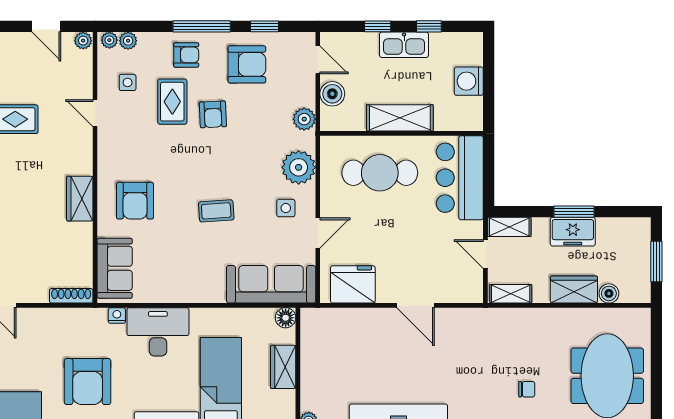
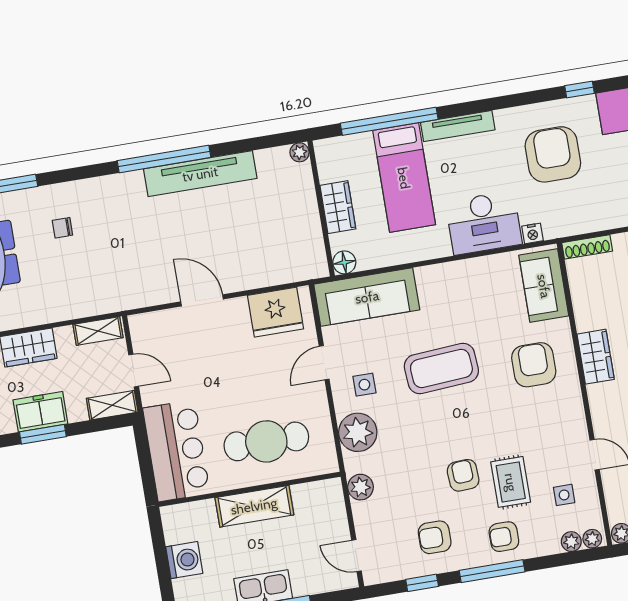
armchair: (247, 64) -> (435, 537), width x0.72, depth x0.72
boiler: (332, 94) -> (334, 520), removed
coffee table: (216, 211) -> (441, 368), width x1.86, depth x1.72

